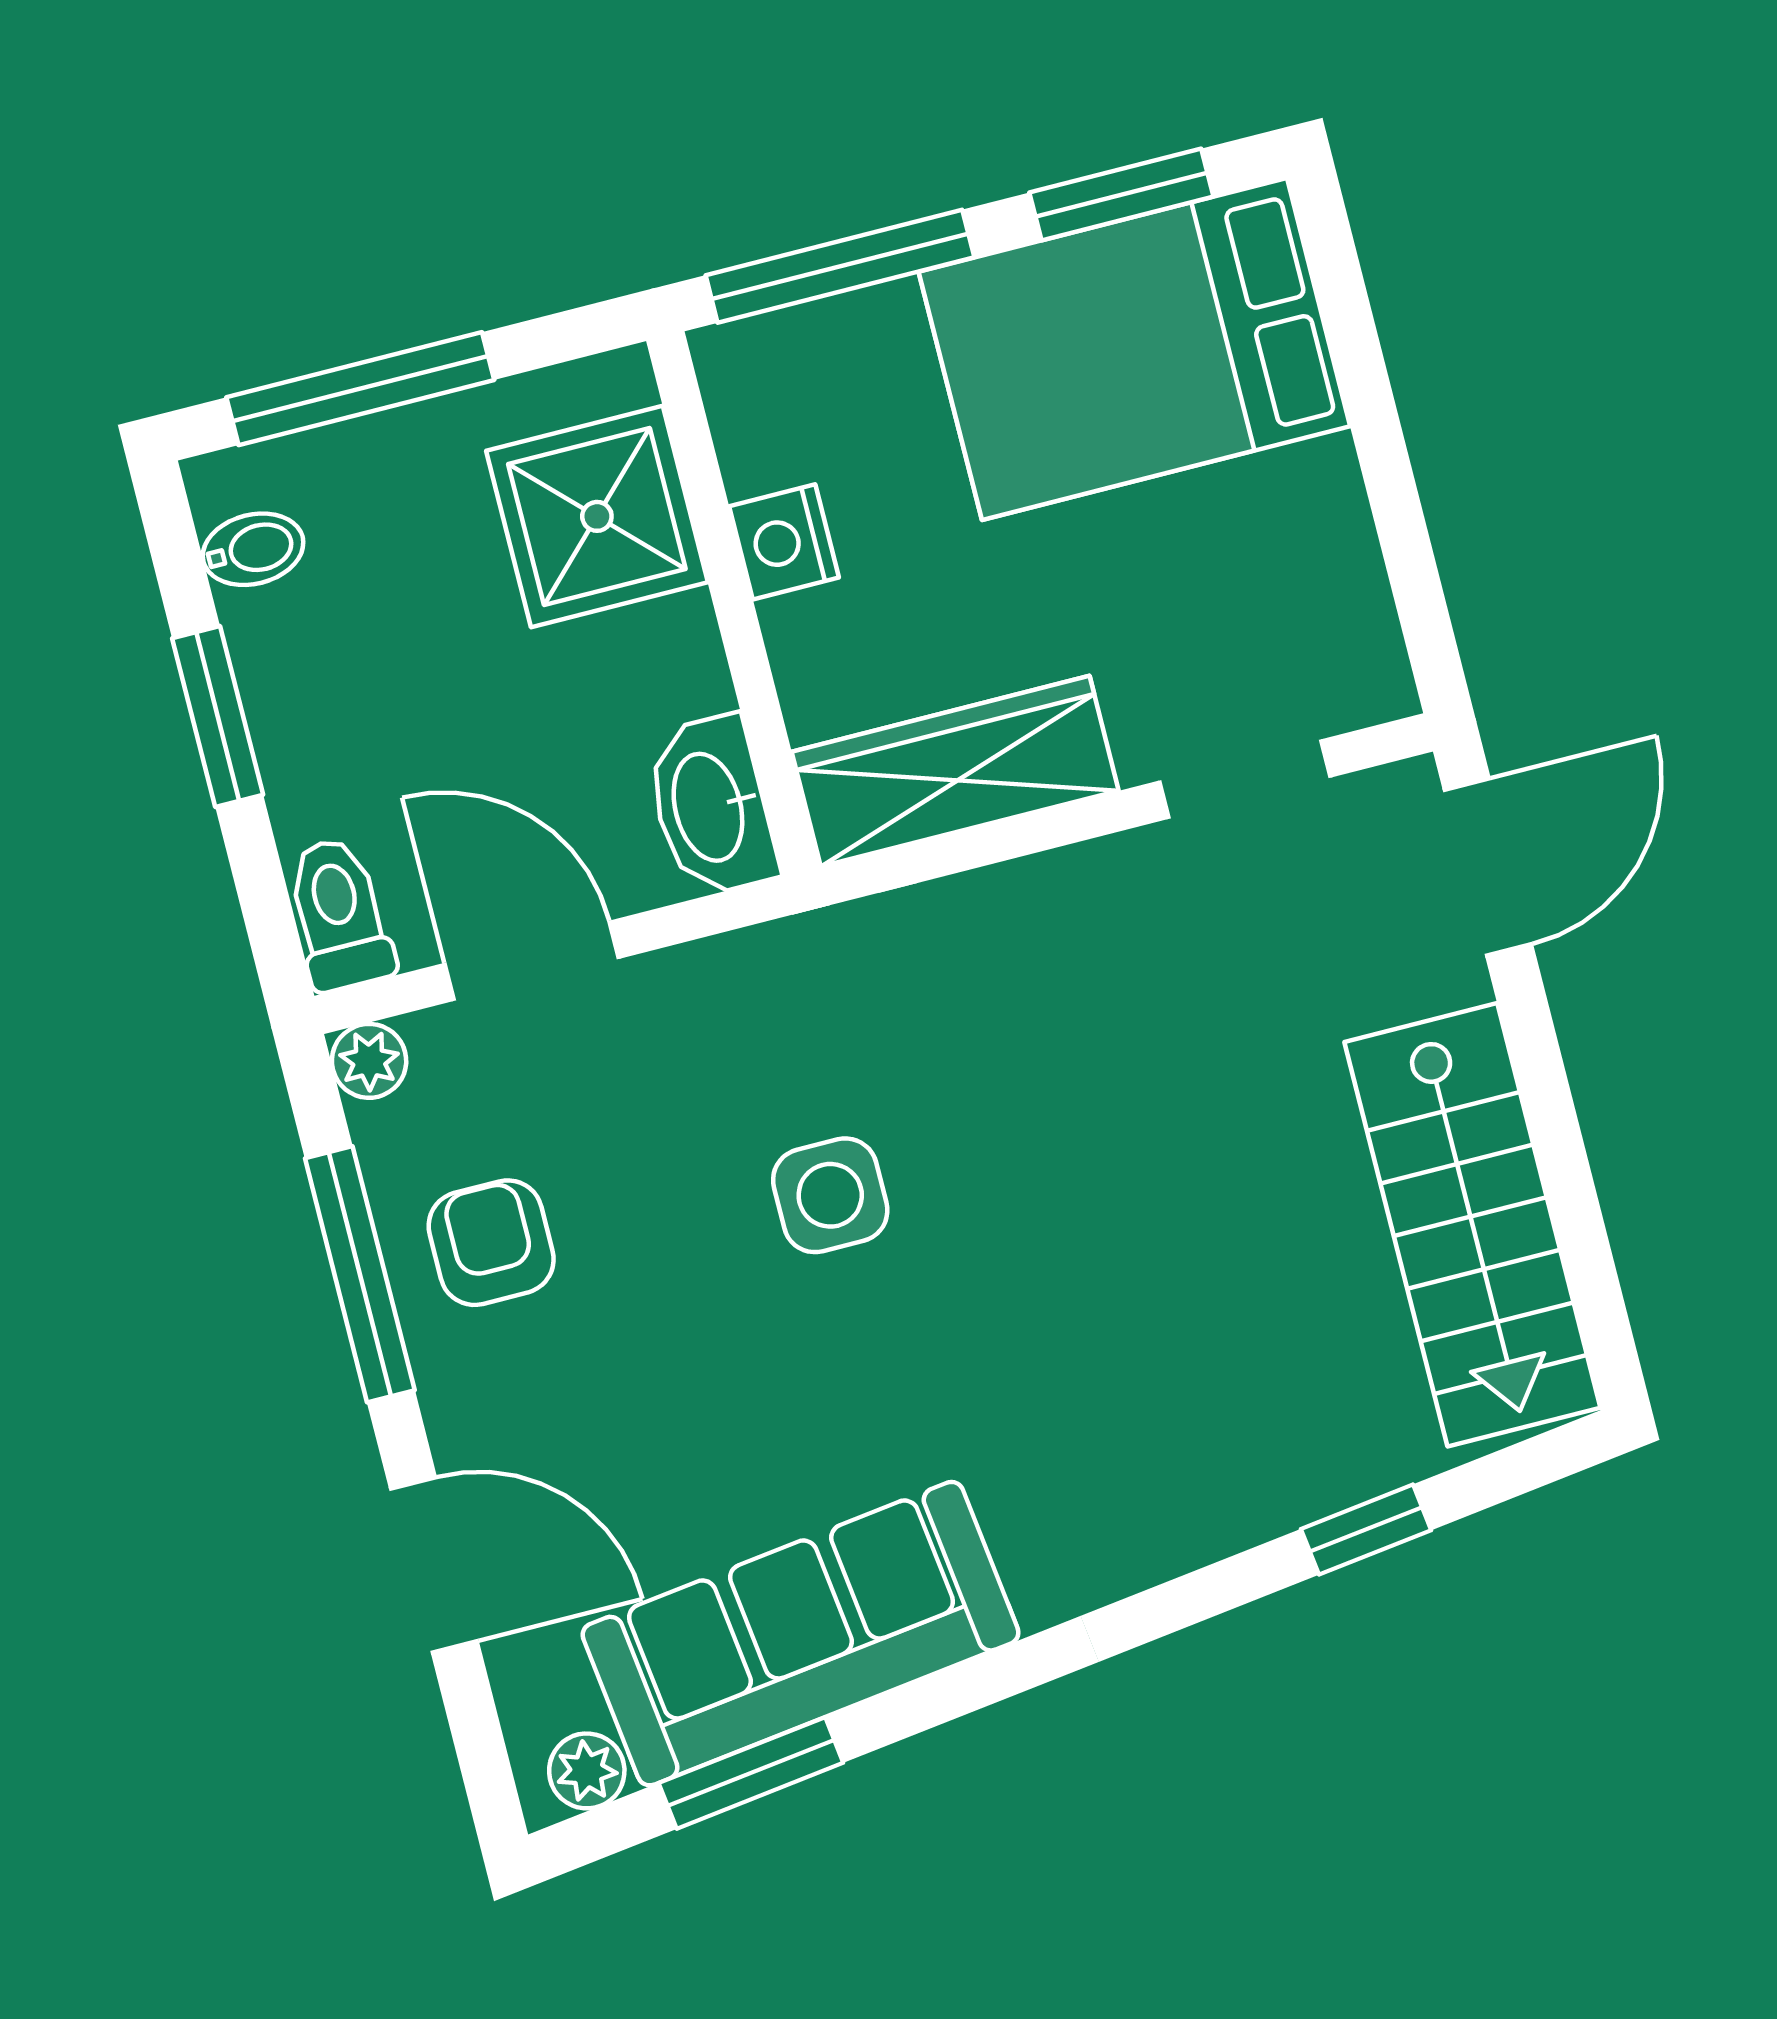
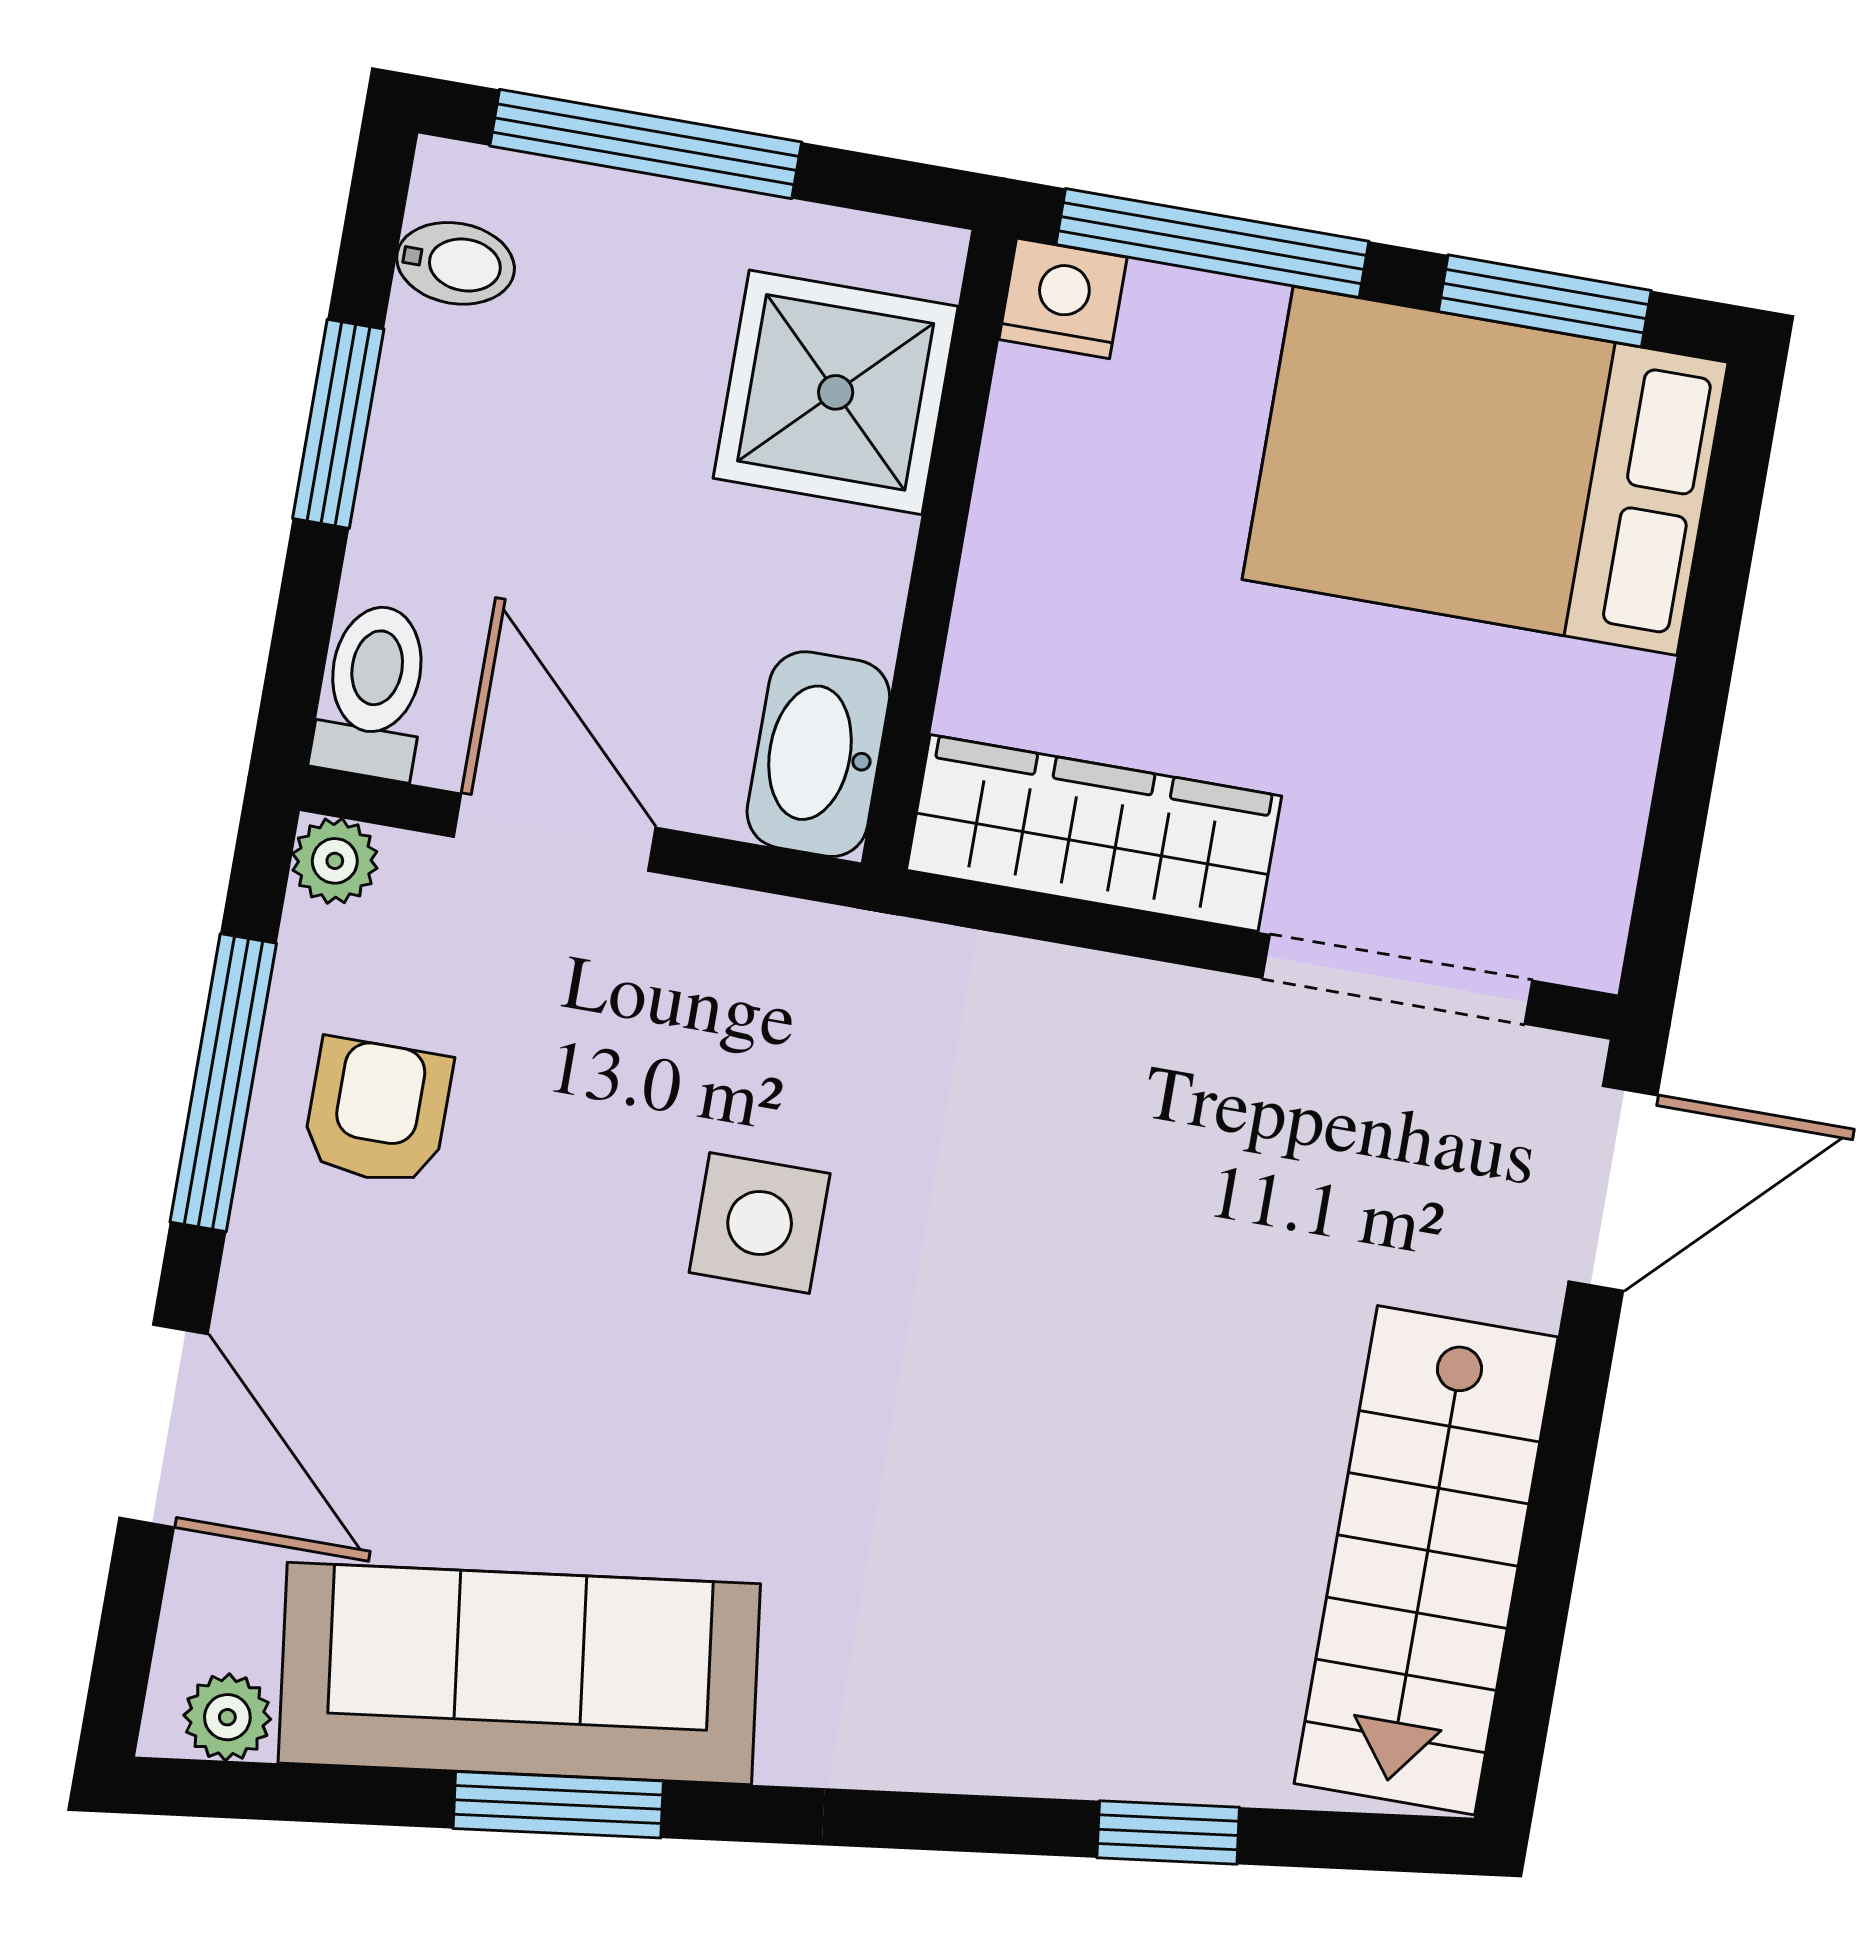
nightstand: (784, 542) -> (1063, 298), moved, turned 90
doorway: (1245, 779) -> (1397, 979), width x1.38
window: (751, 1773) -> (558, 1805), moved

